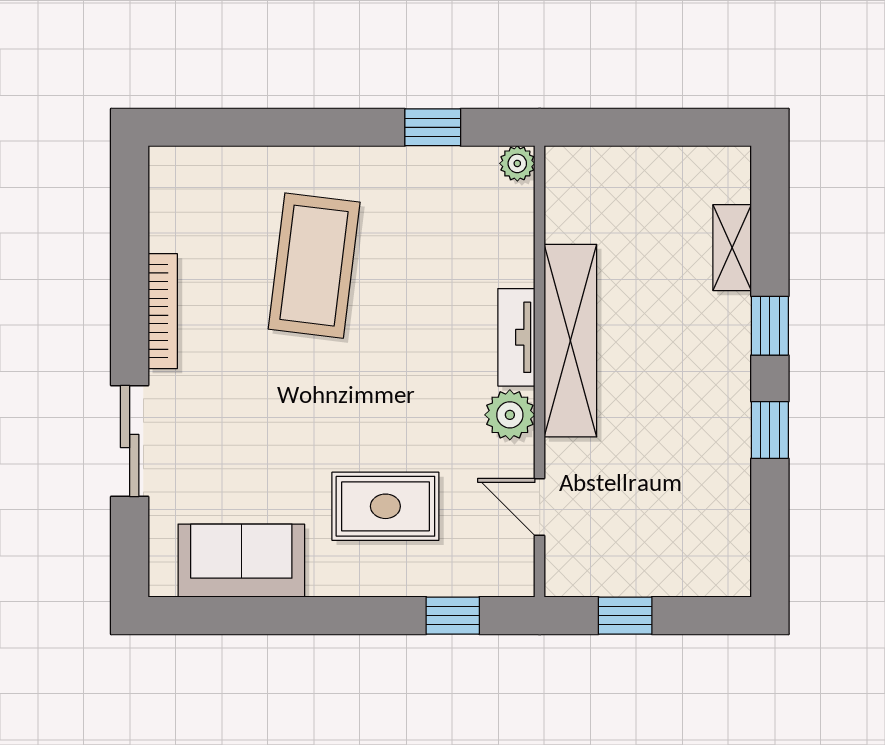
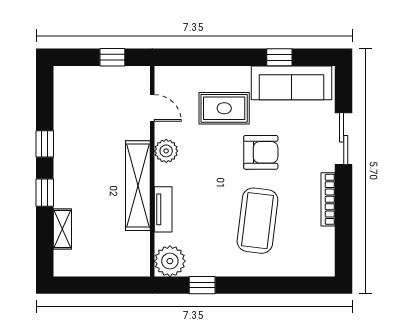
plant: (517, 163) -> (170, 261), width x1.88, depth x1.88
tv unit: (516, 337) -> (163, 209), moved
armchair: (307, 412) -> (261, 152), added
sofa: (241, 561) -> (291, 83), width x1.36
window: (453, 616) -> (279, 57), moved

